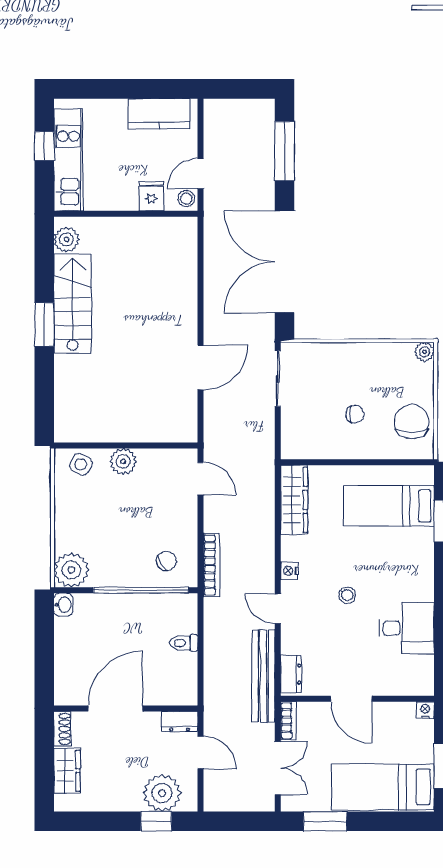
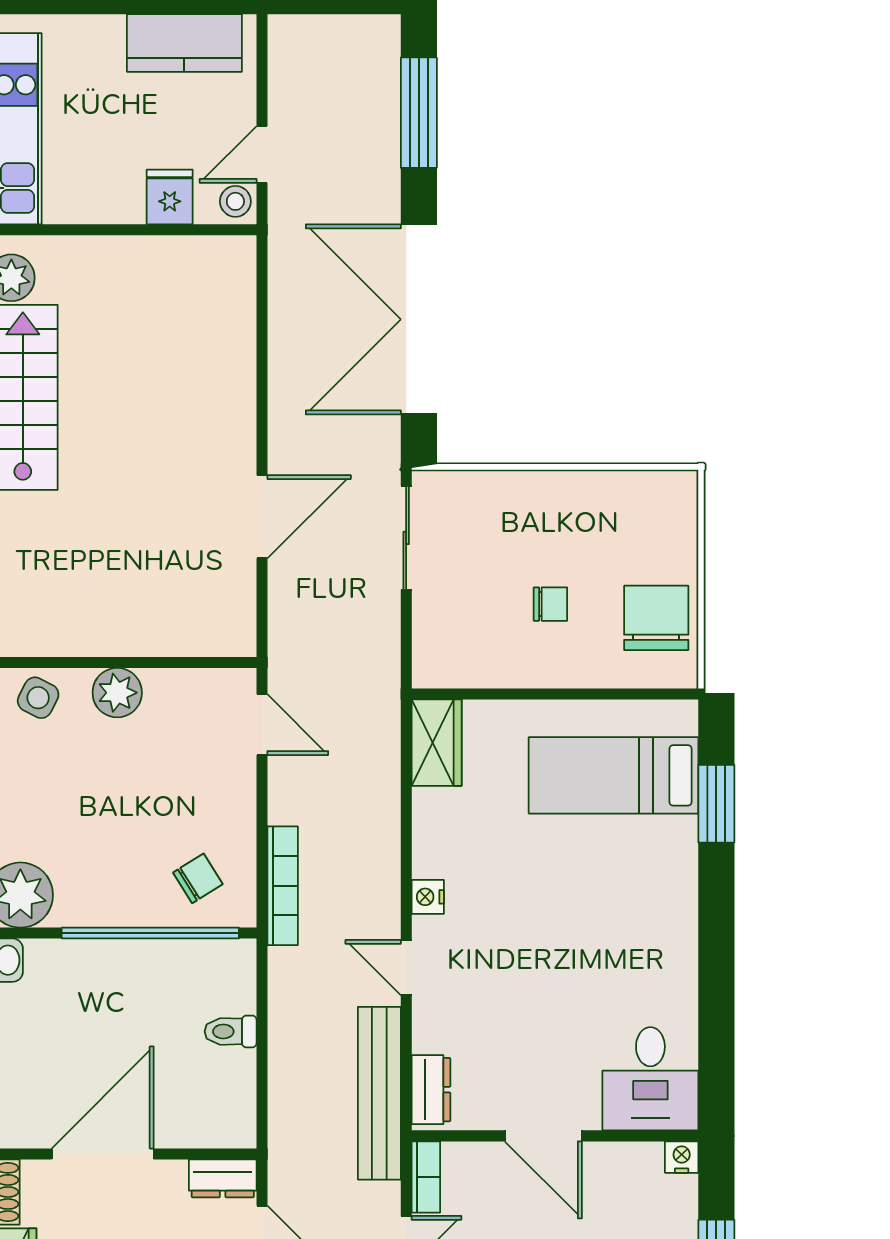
plant: (424, 352) -> (680, 488), removed
wardrobe: (294, 500) -> (437, 743), width x0.67
stool: (347, 595) -> (536, 942), removed
desk: (406, 628) -> (650, 1079), moved, turned 90

